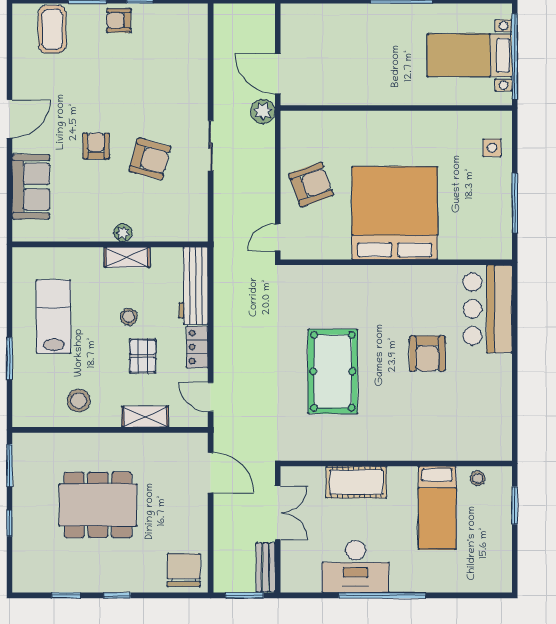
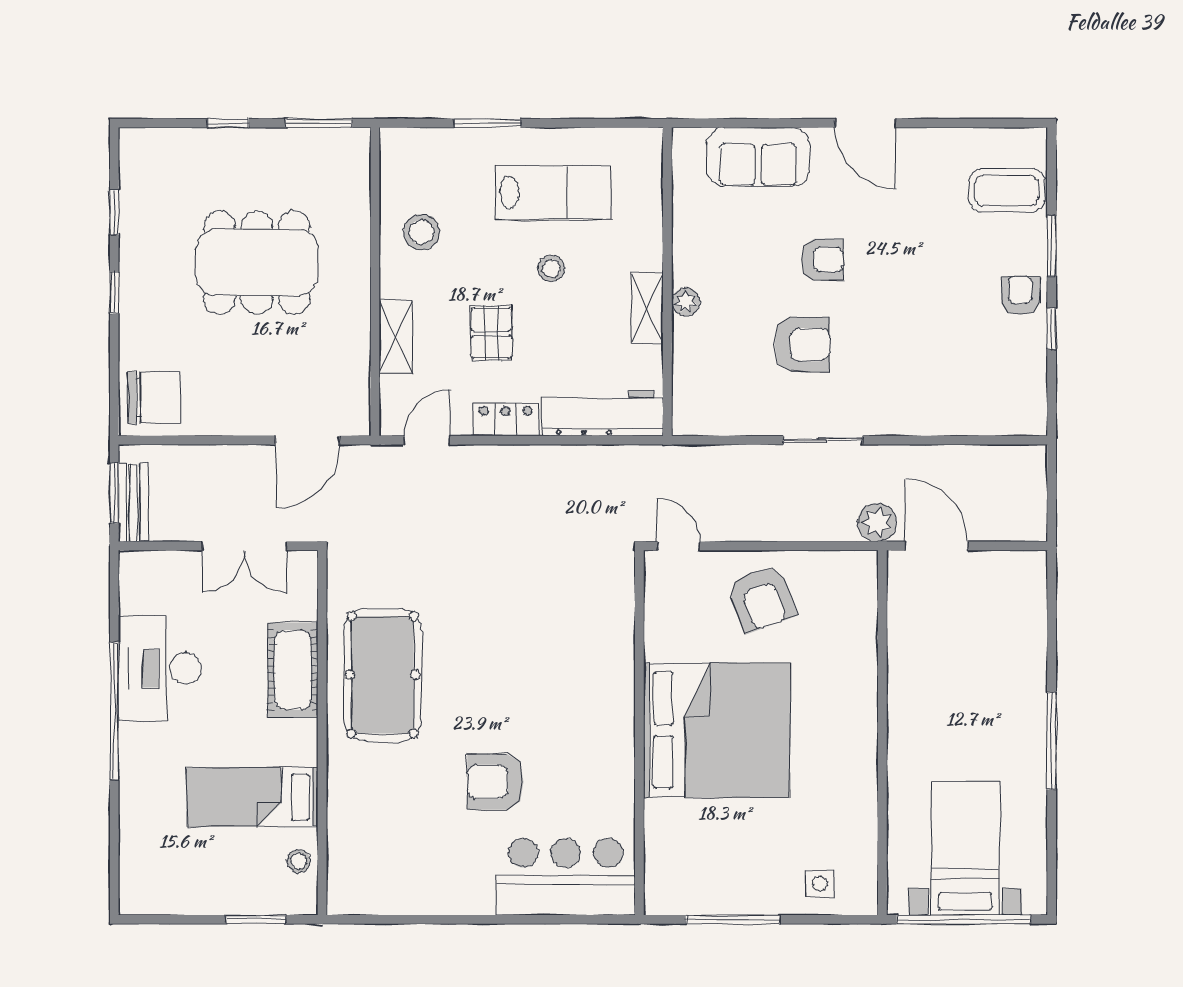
door: (278, 74) -> (936, 546), hinge flipped
armchair: (150, 159) -> (802, 345), turned -105
stool: (129, 317) -> (551, 268), moved
pallet: (143, 356) -> (491, 333), turned 90
pool table: (333, 371) -> (383, 675), moved, turned 90
dining table: (98, 505) -> (257, 262), turned 90
bench: (266, 567) -> (133, 503), moved, turned 90

